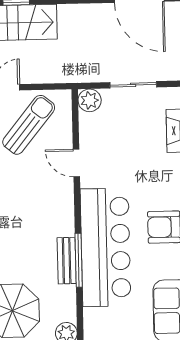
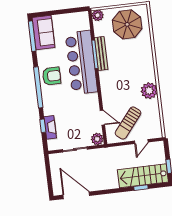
door: (76, 163) -> (102, 118), moved
bench: (67, 261) -> (101, 53), width x1.36

